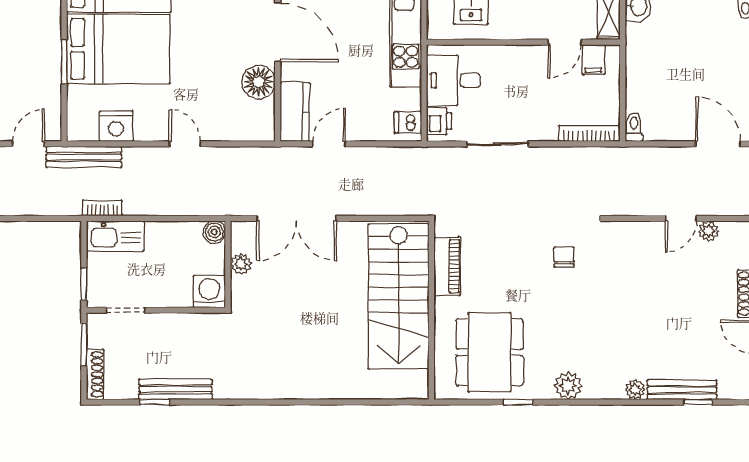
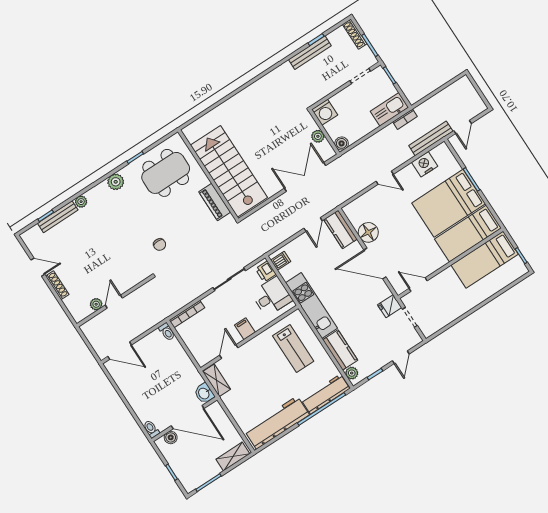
filing cabinet: (593, 60) -> (245, 329), moved
dining table: (489, 352) -> (166, 173), turned 90

